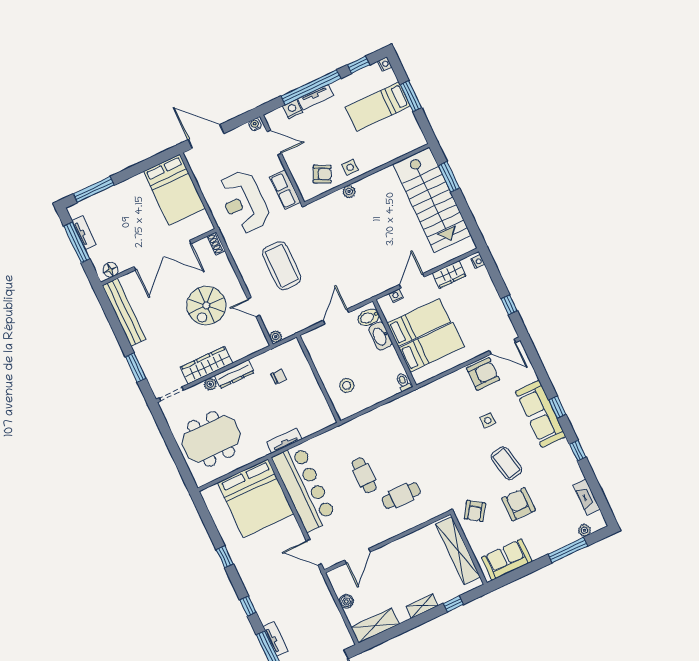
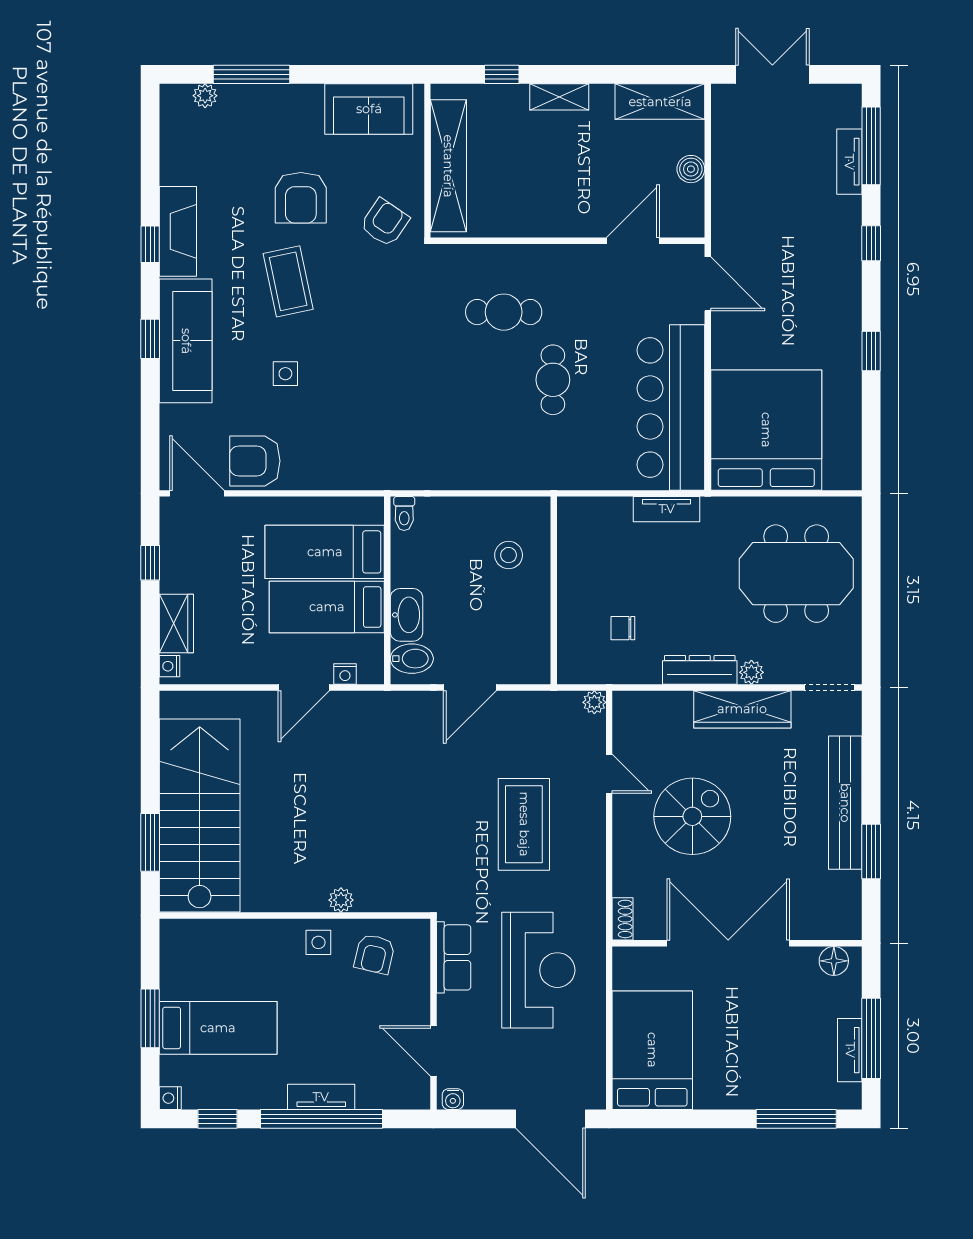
nightstand: (293, 109) -> (373, 1095), removed
armchair: (322, 174) -> (375, 954), turned -103
wardrobe: (449, 274) -> (176, 624), moved, turned 90
bench: (124, 312) -> (845, 803), moved
window: (136, 367) -> (871, 851), moved
fireplace: (587, 497) -> (178, 231), moved, width x1.37, depth x1.32

